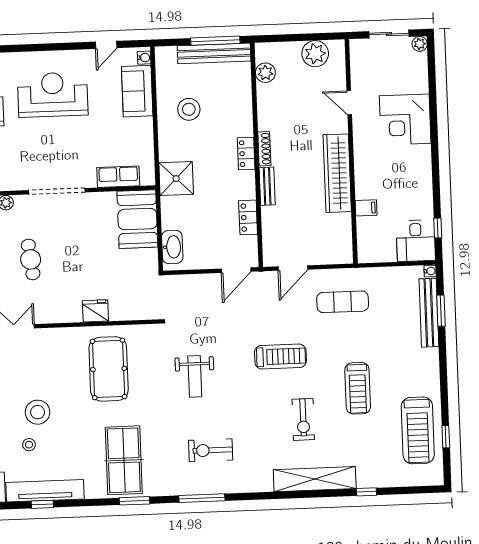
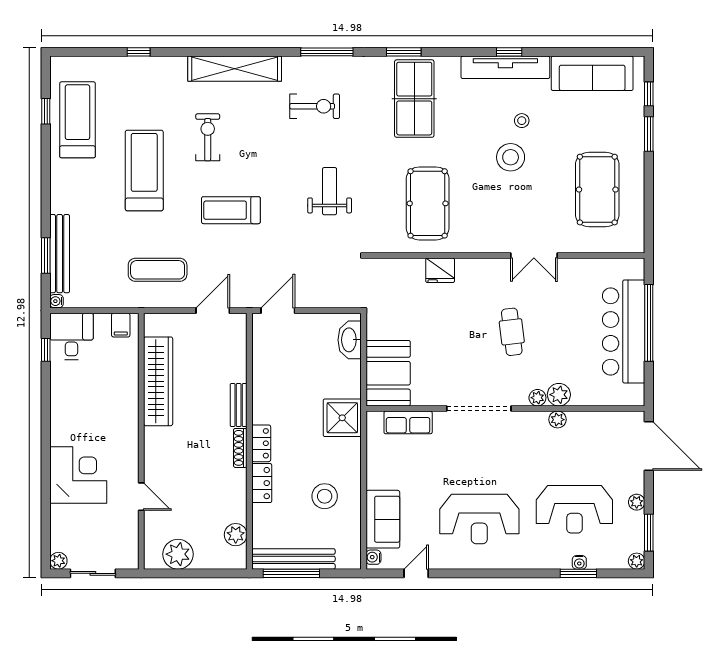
wardrobe: (337, 173) -> (158, 381), moved
filing cabinet: (366, 208) -> (121, 325), moved, turned -90
locker: (248, 217) -> (262, 483), moved
treadmill: (358, 388) -> (144, 170), width x1.37, depth x1.38
shelving: (315, 479) -> (235, 69), moved

